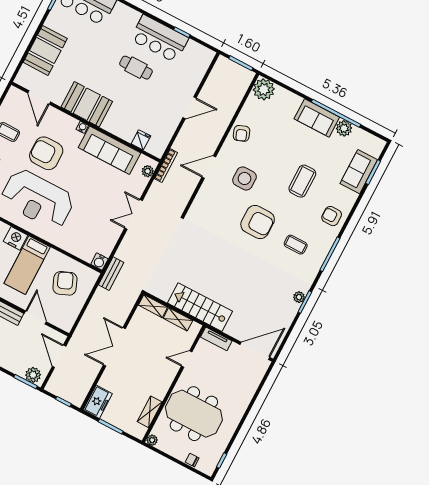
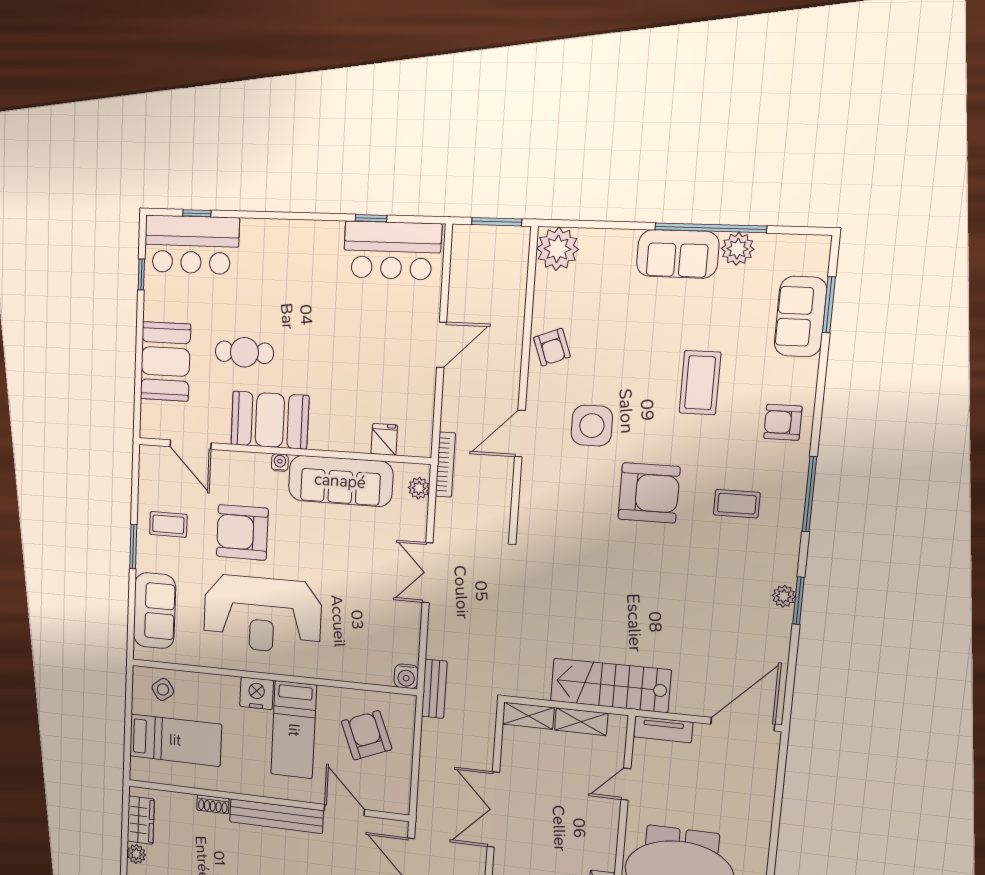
bar counter: (159, 39) -> (392, 250), moved
cafe table: (136, 68) -> (244, 352), moved

